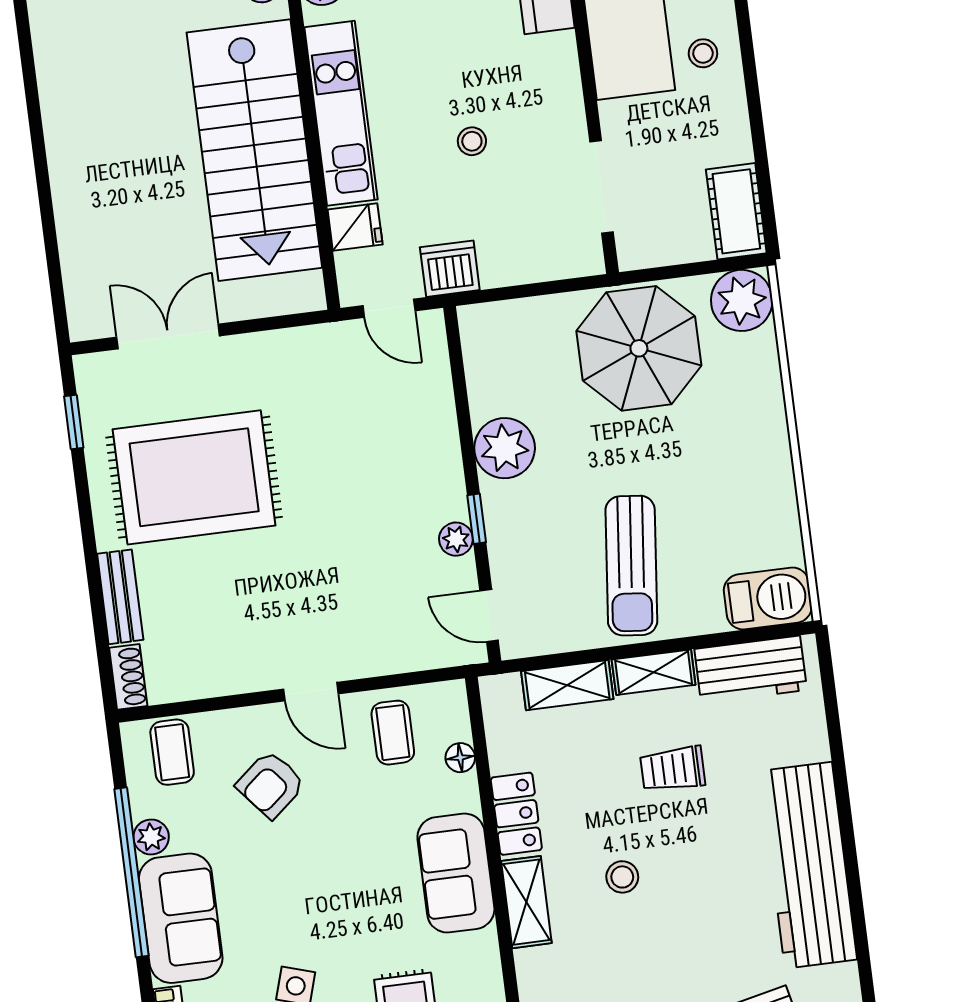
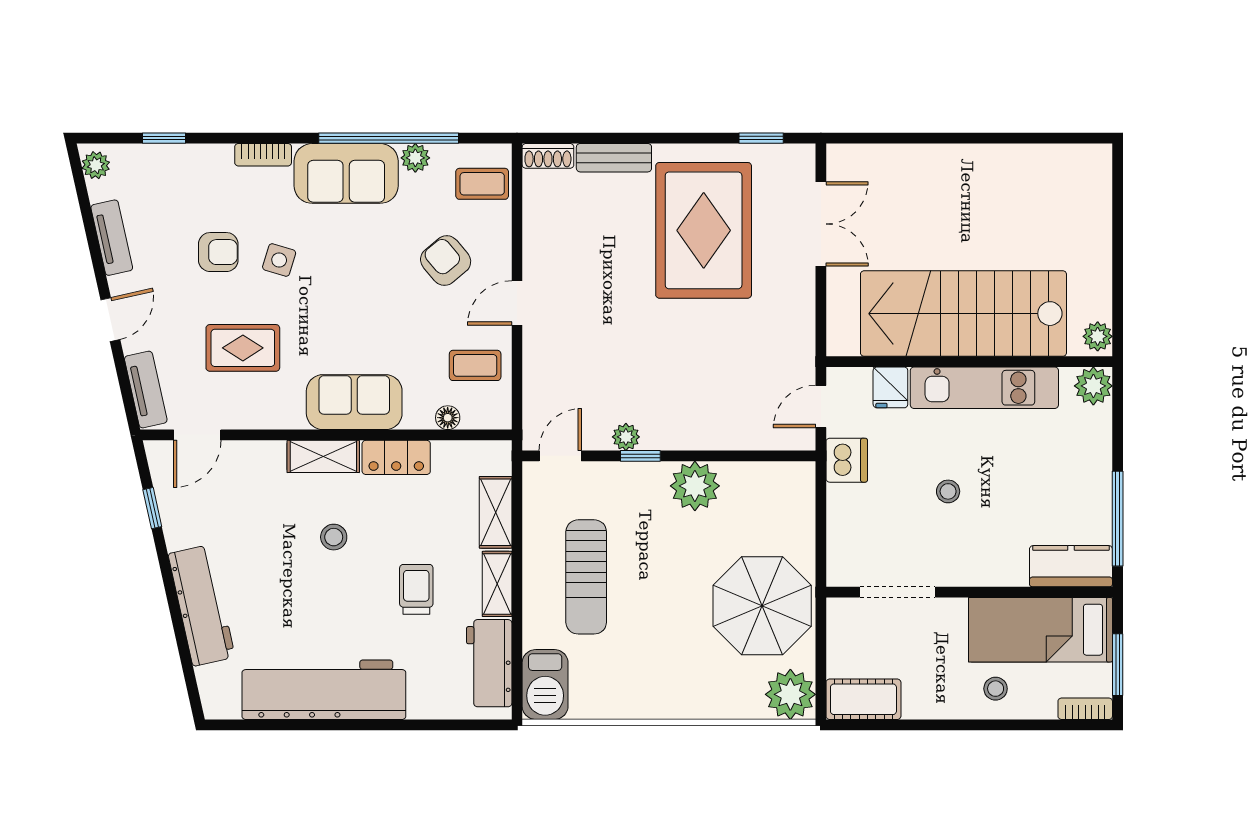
sun lounger: (631, 566) -> (586, 577), turned -96

